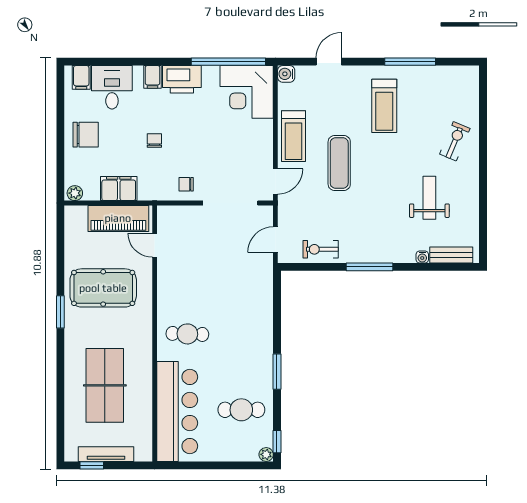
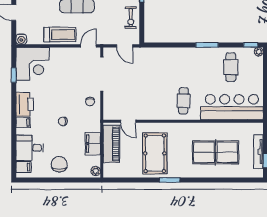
window: (228, 62) -> (14, 75), width x0.32
door: (275, 181) -> (88, 46), hinge flipped
door: (155, 245) -> (128, 121), hinge flipped

